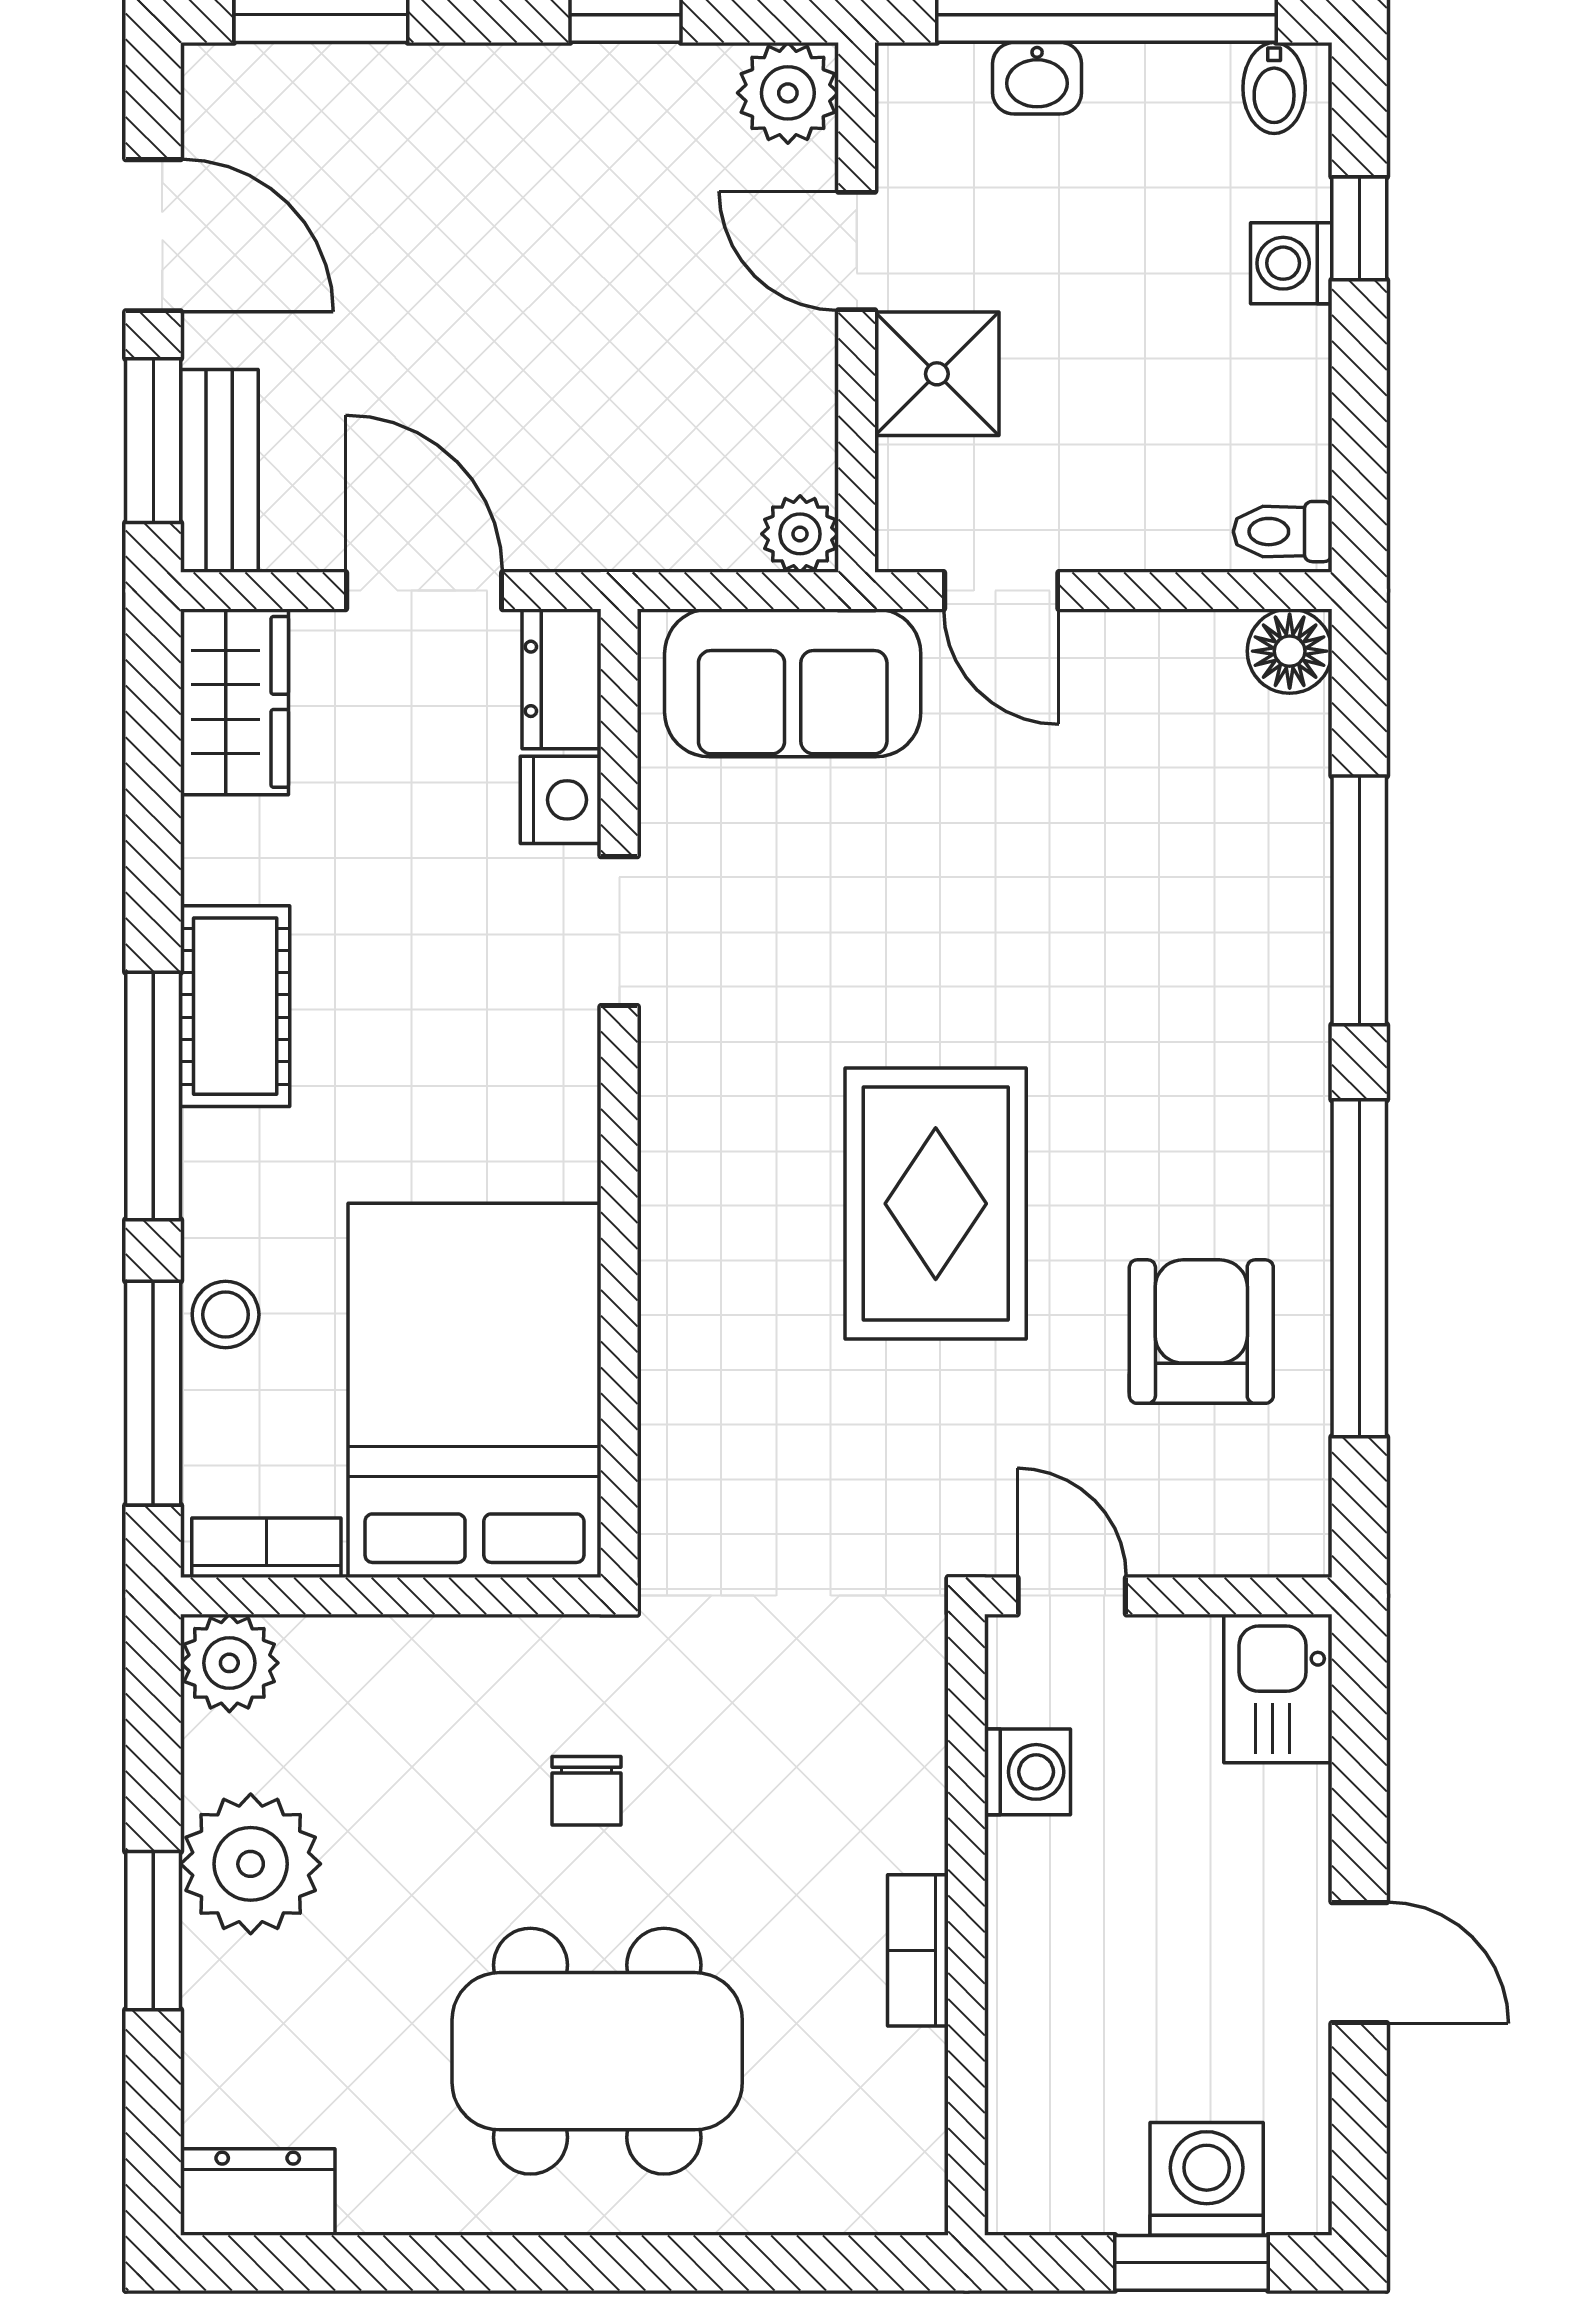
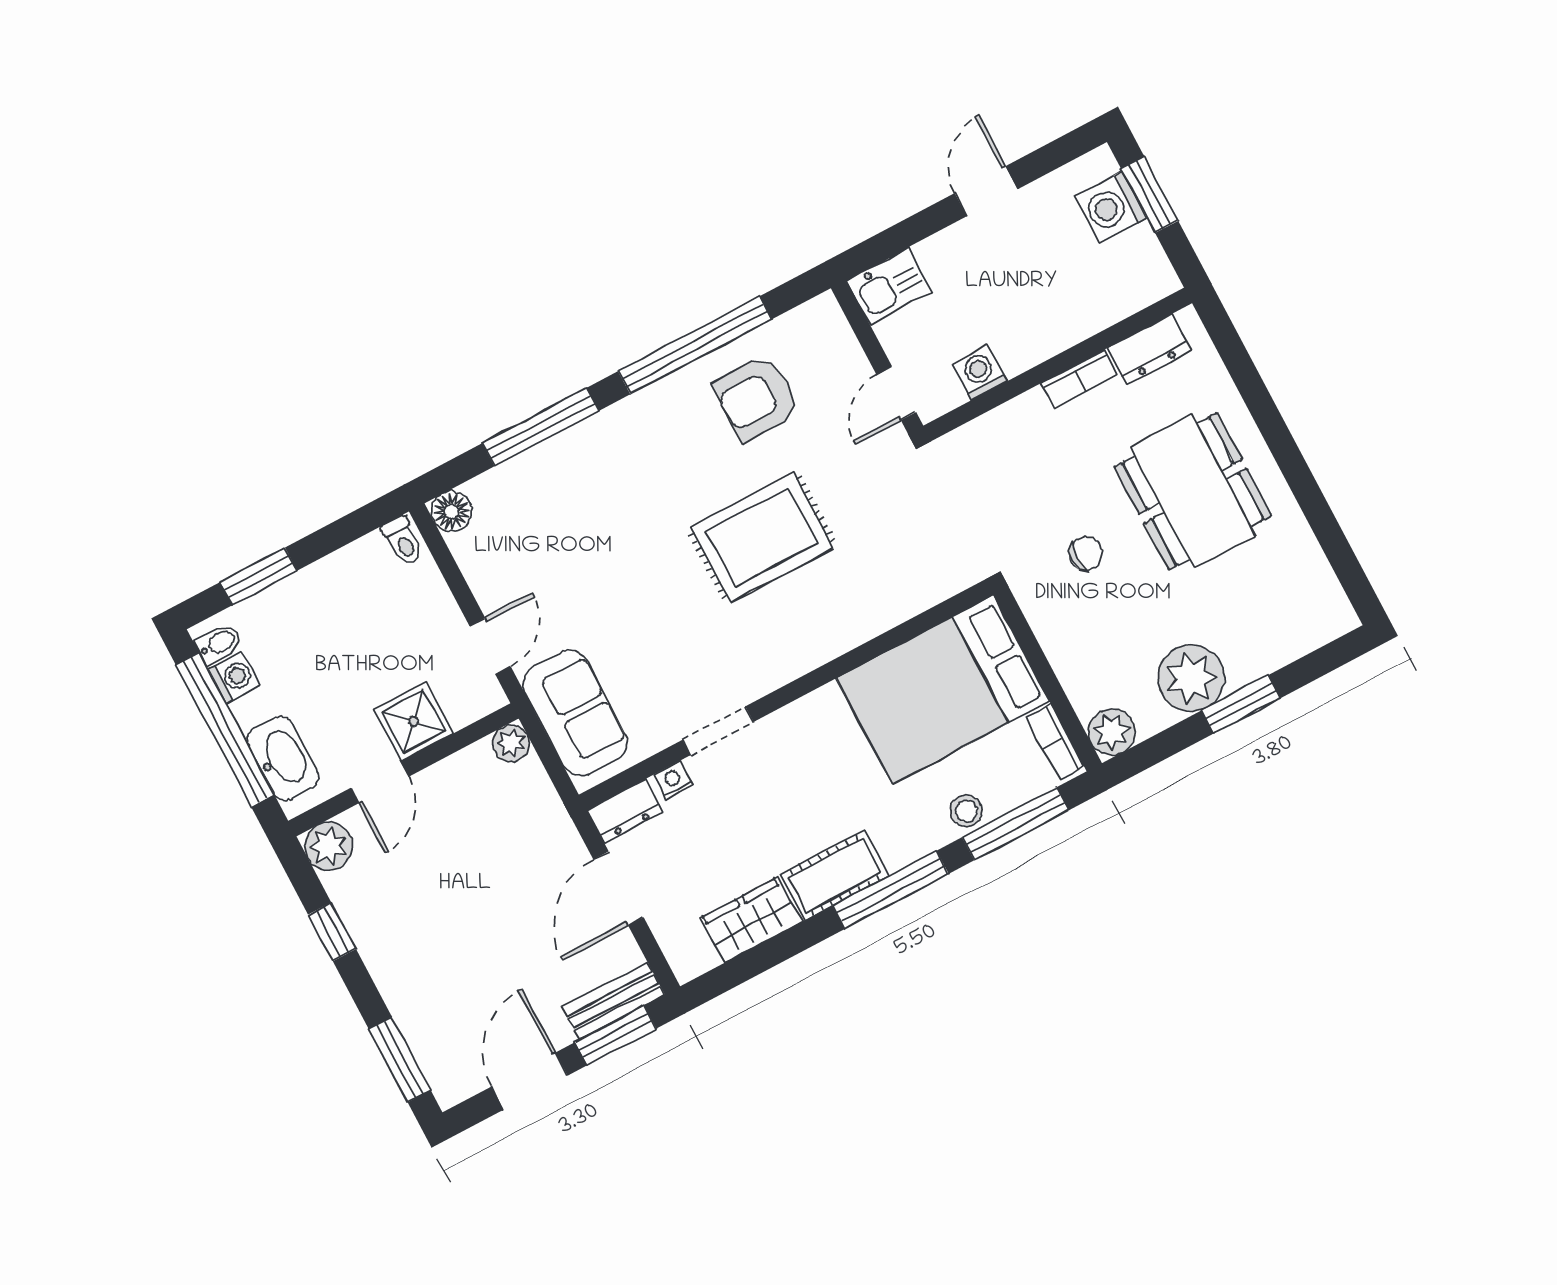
washbasin: (1037, 78) -> (283, 758), width x1.91, depth x1.45
window: (1359, 228) -> (259, 576), width x1.50
washing machine: (1291, 263) -> (234, 678), moved, turned -90
wardrobe: (234, 702) -> (751, 920), moved
nightstand: (561, 800) -> (674, 780), width x0.72, depth x0.74
dresser: (258, 2192) -> (1149, 349), moved, turned -90

